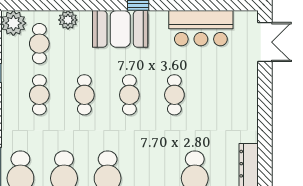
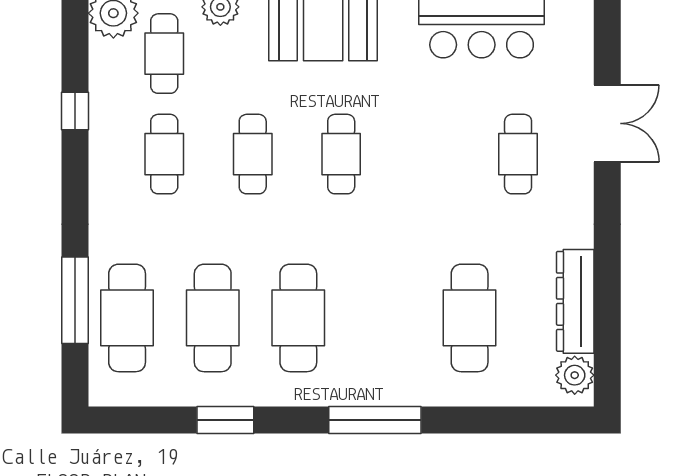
double door: (265, 42) -> (607, 123), moved
cafe table: (174, 95) -> (518, 154), moved

